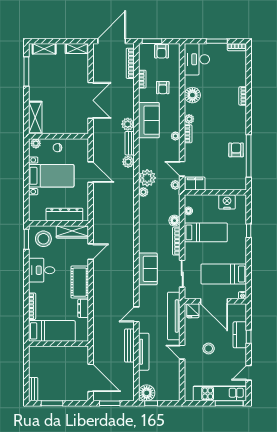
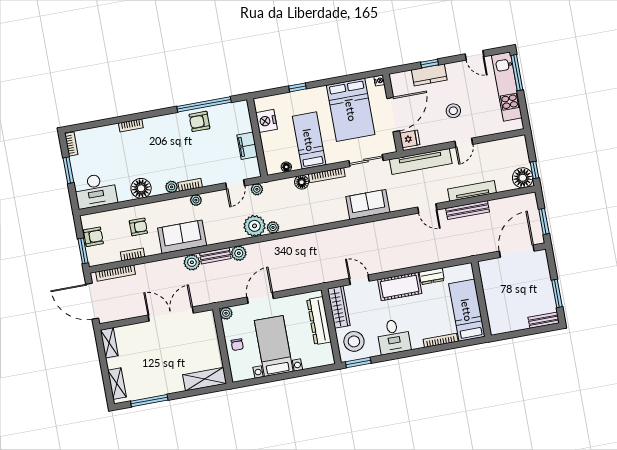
plant: (36, 143) -> (226, 313), moved
filing cabinet: (195, 184) -> (247, 146), moved
bed: (224, 274) -> (351, 110), width x1.50

